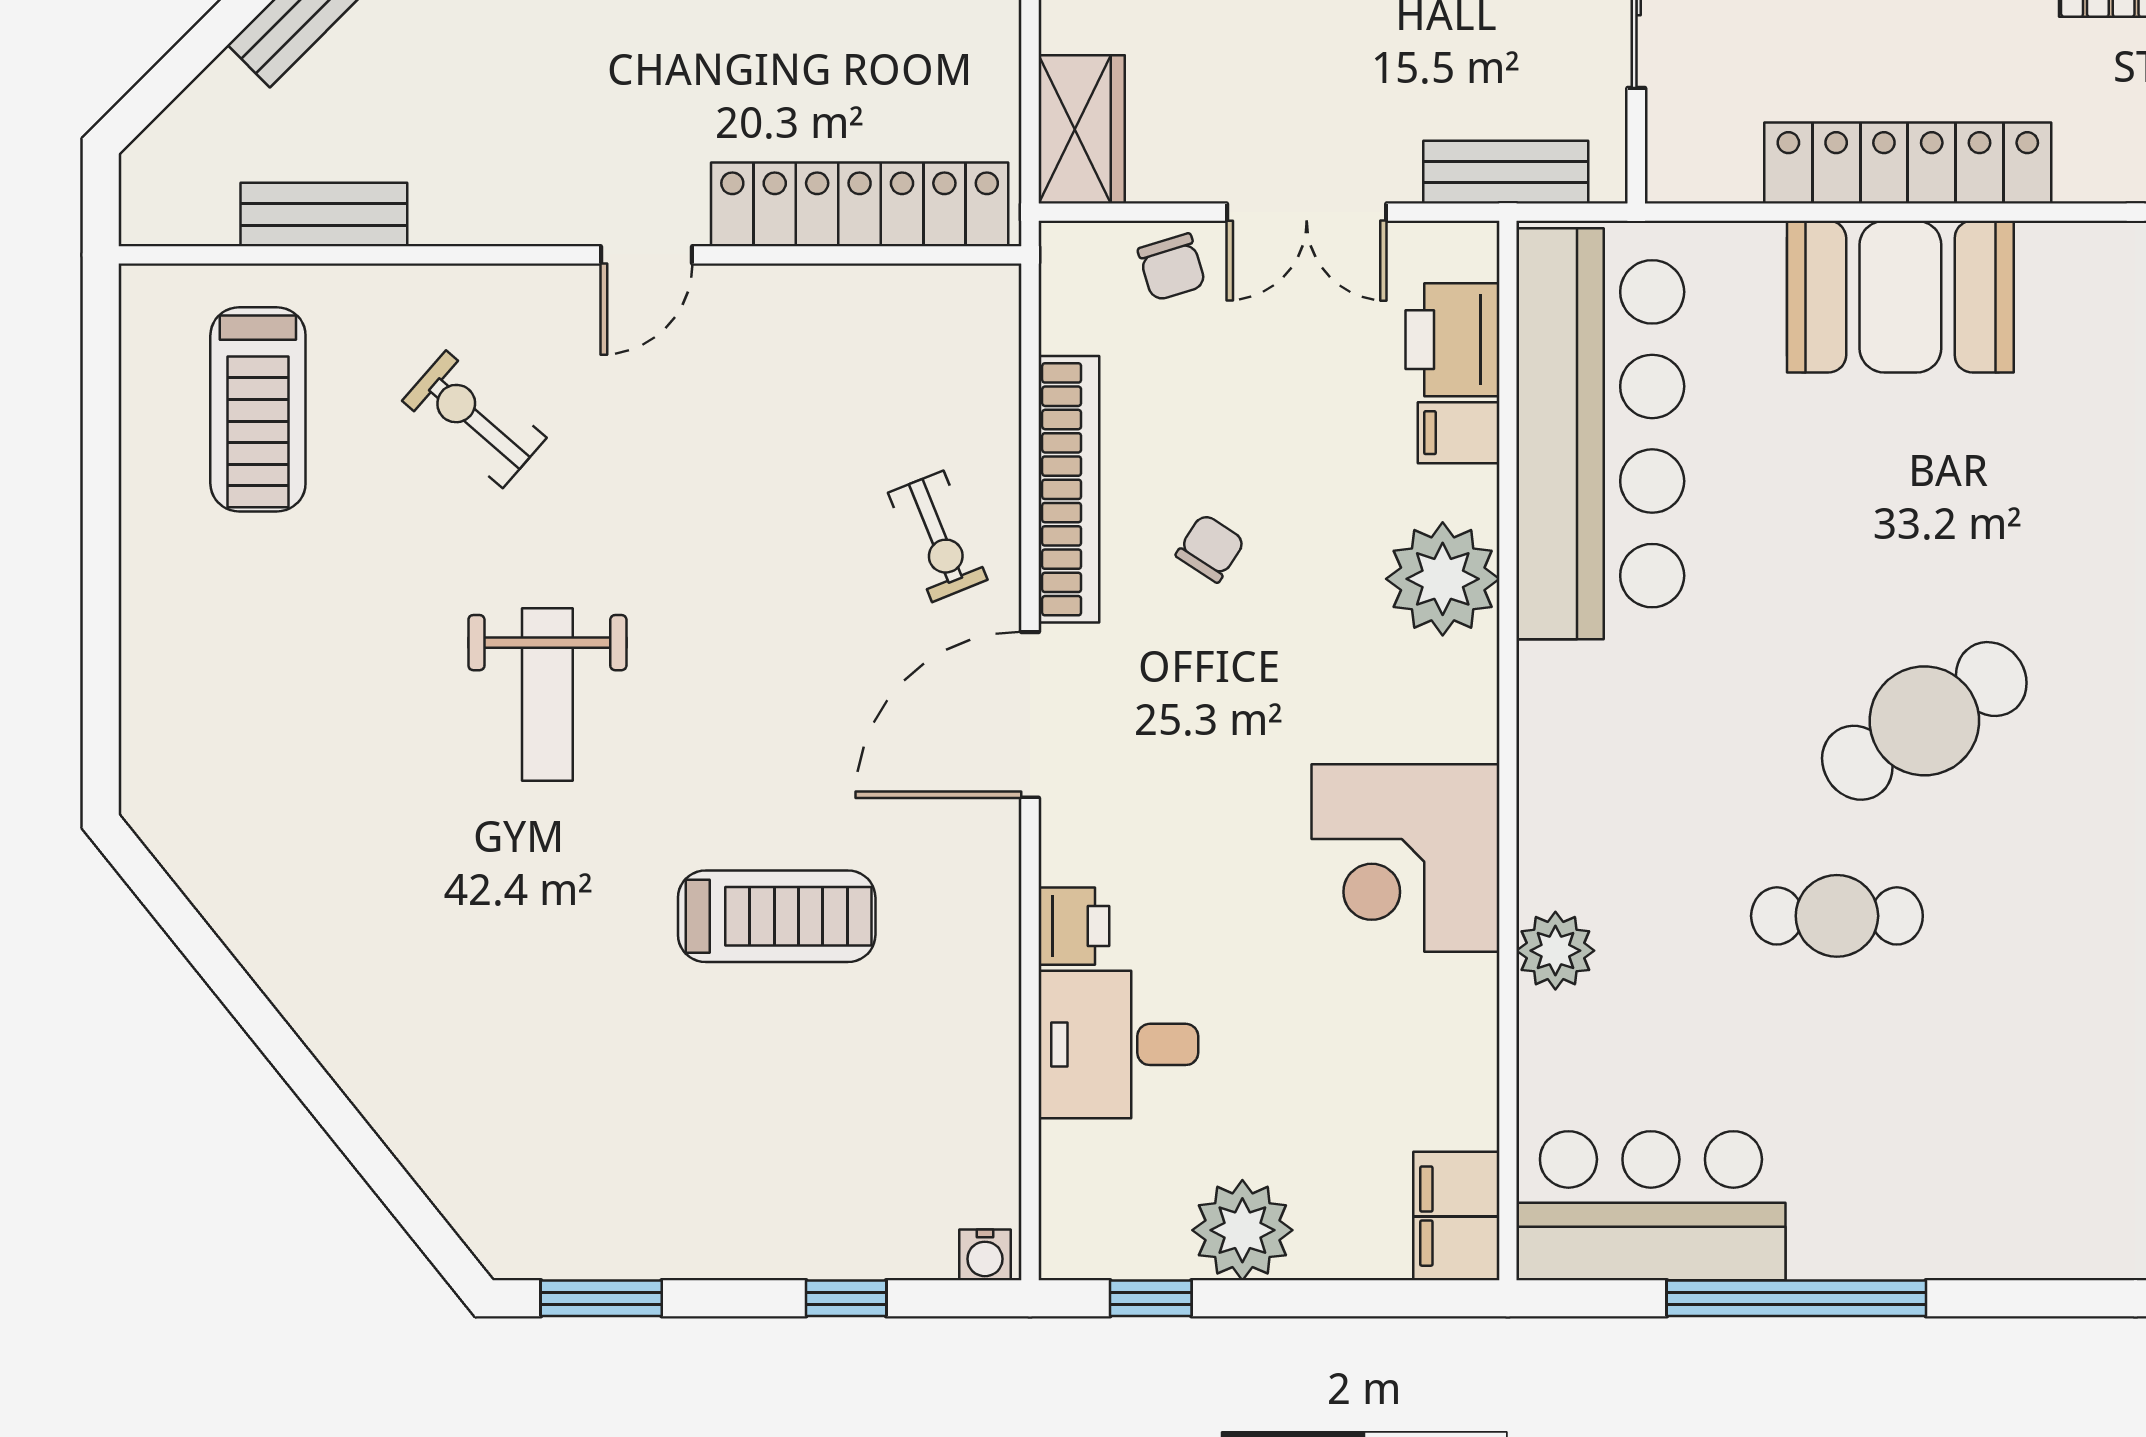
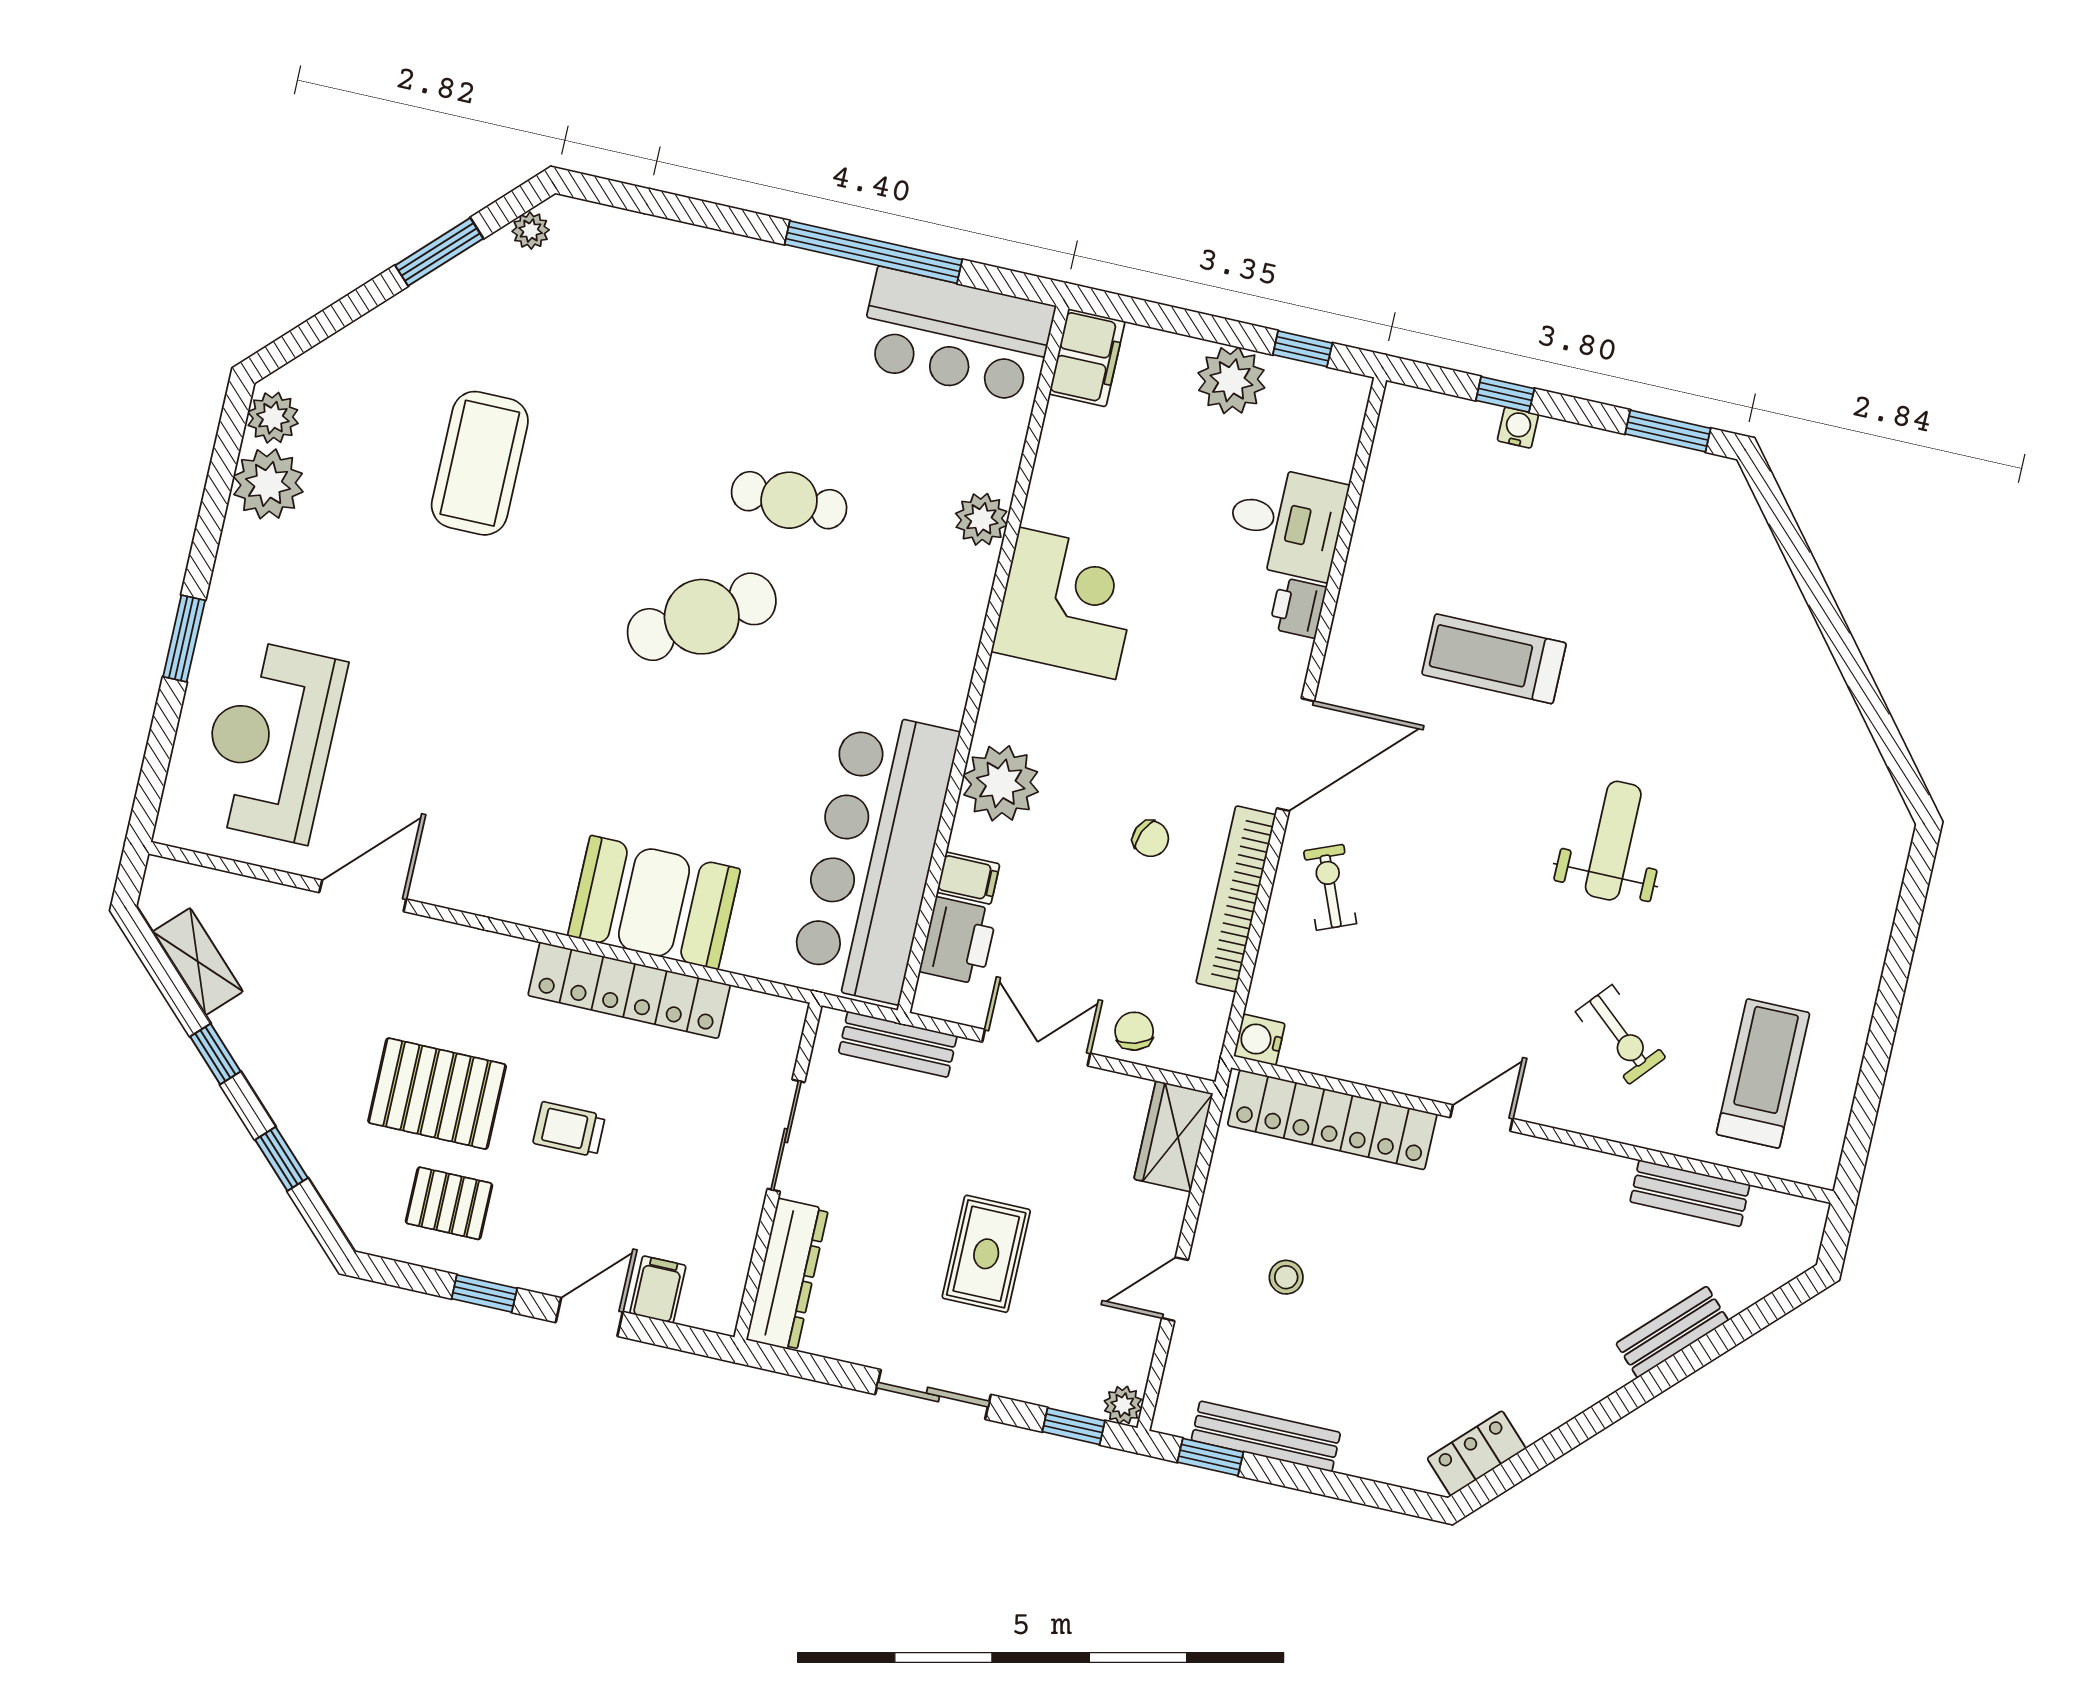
water cooler: (990, 295) -> (1259, 1040), added
chair: (1210, 548) -> (1151, 839), turned -100
water cooler: (985, 1255) -> (1518, 428), moved

